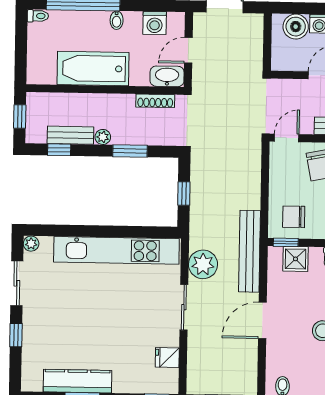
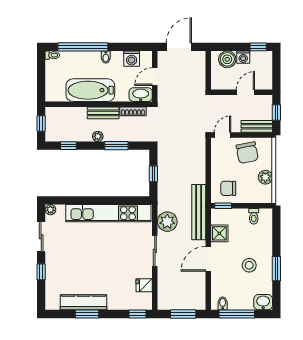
bench: (70, 135) -> (103, 113), moved
shower: (295, 259) -> (219, 233), moved

